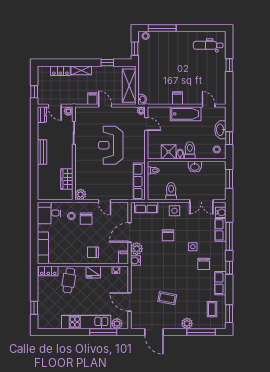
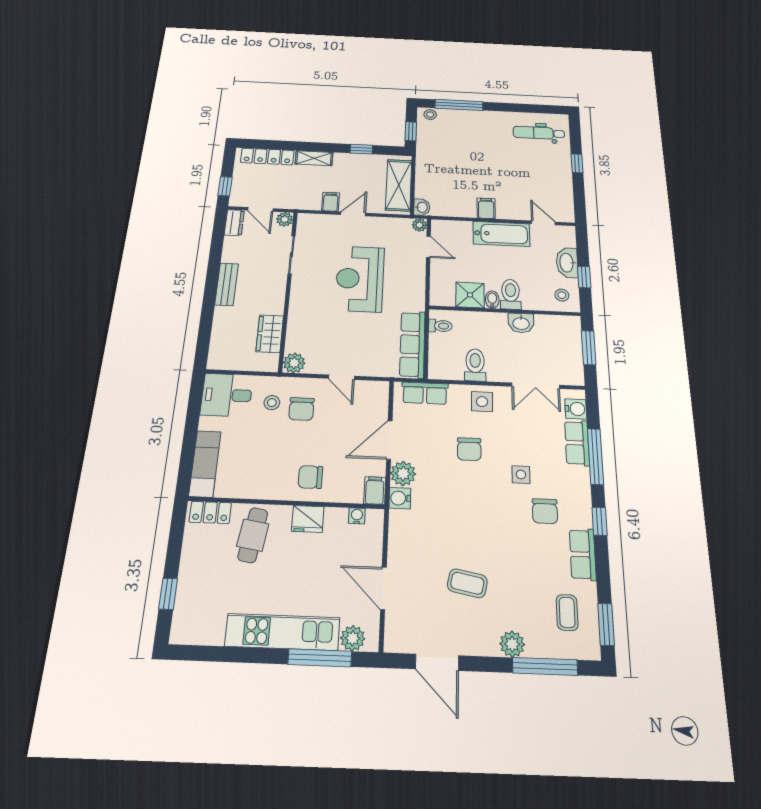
locker: (60, 71) -> (267, 156), width x1.53
door: (105, 106) -> (353, 214), hinge flipped

